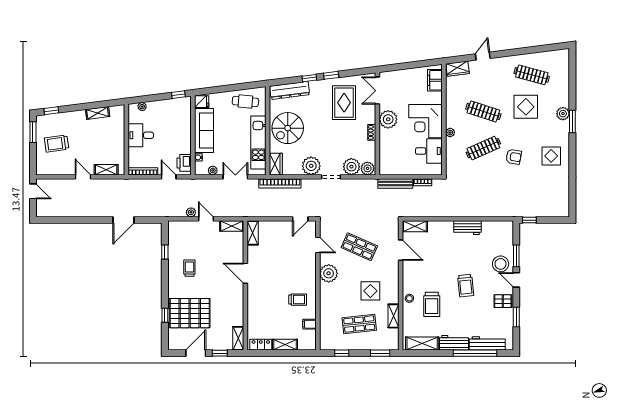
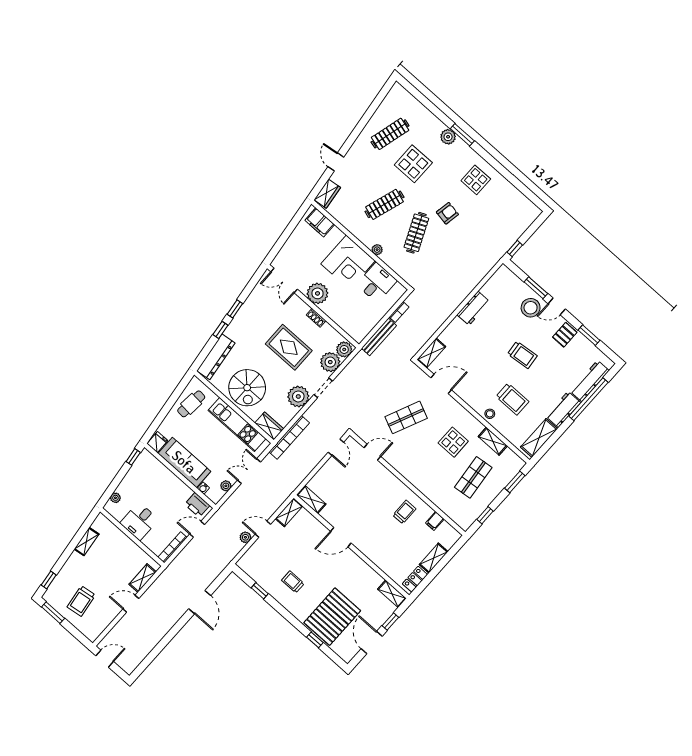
rug: (344, 103) -> (289, 347), moved
plant: (329, 273) -> (405, 465), removed

